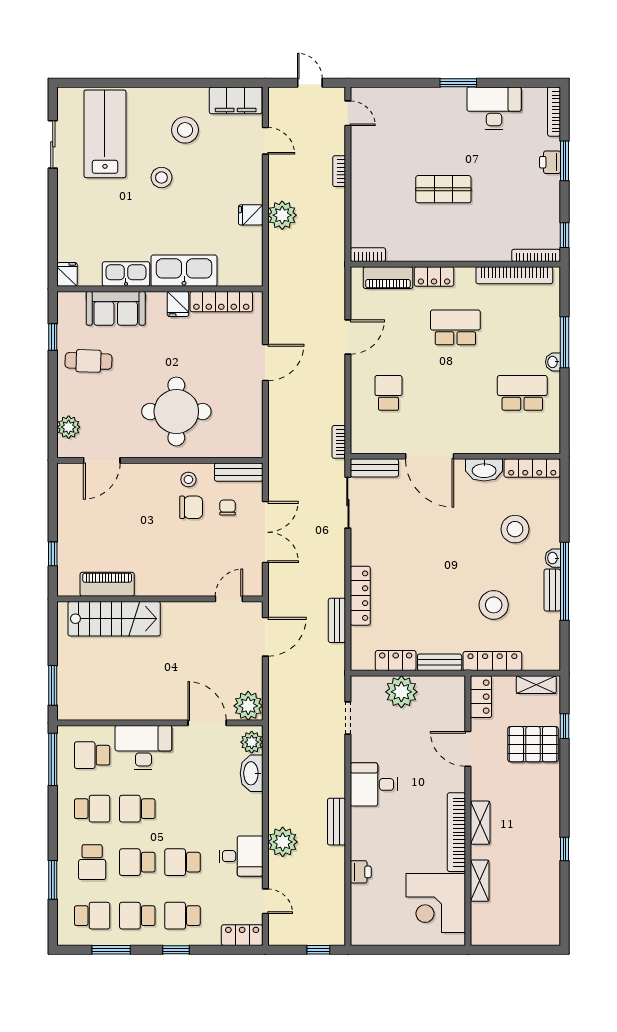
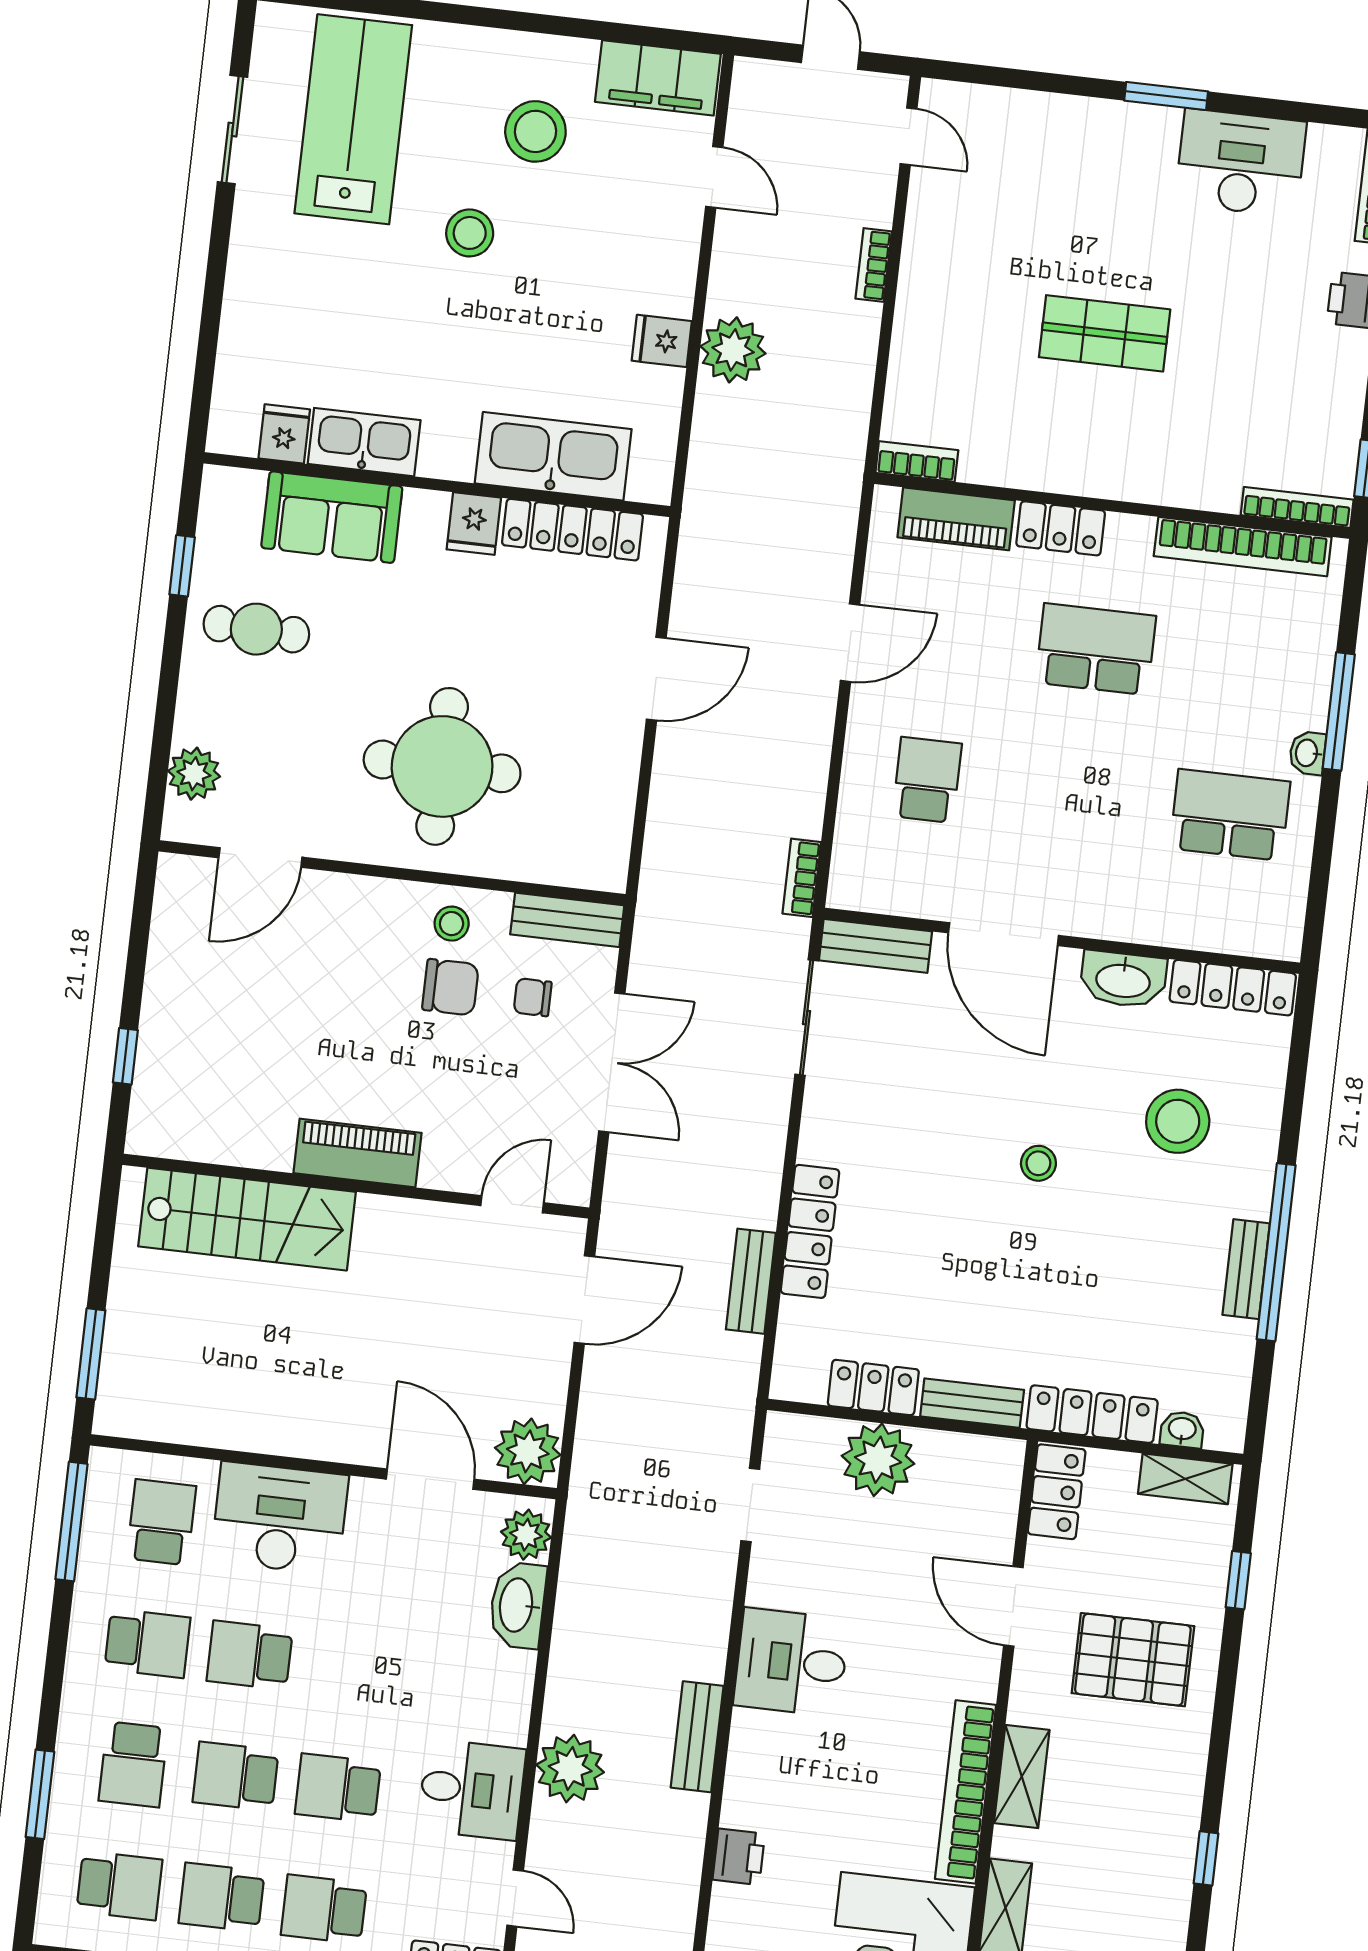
kitchen sink: (184, 271) -> (553, 456), moved
fridge: (67, 274) -> (284, 434), moved
chair: (227, 508) -> (533, 997), turned -90
washbasin: (553, 558) -> (1182, 1430), moved, turned 90
piano: (107, 584) -> (357, 1153), moved
stool: (494, 605) -> (1038, 1163), moved, width x0.53, depth x0.53
pallet: (533, 744) -> (1133, 1660), moved
school desk: (92, 755) -> (161, 1522), turned 90

